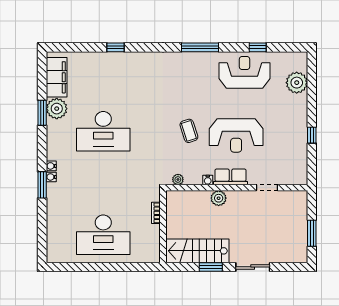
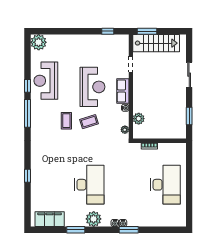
window: (258, 47) -> (28, 86), moved
plant: (297, 83) -> (39, 42), moved
coffee table: (190, 100) -> (66, 121), added
plant: (57, 109) -> (94, 219), moved
window: (312, 135) -> (108, 31), moved
plant: (219, 198) -> (139, 119), moved
window: (312, 233) -> (147, 31), moved
stairs: (197, 251) -> (156, 43), moved, turned -90
window: (211, 267) -> (189, 116), moved

